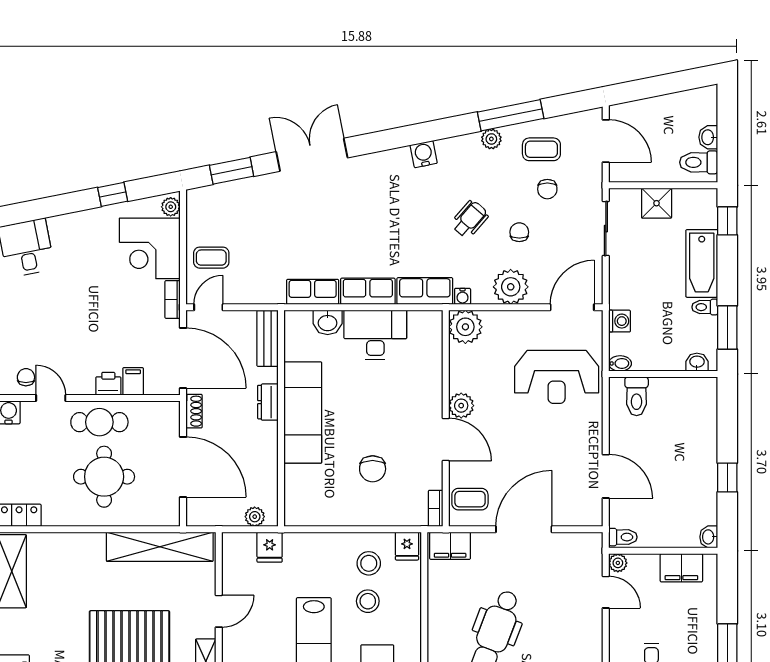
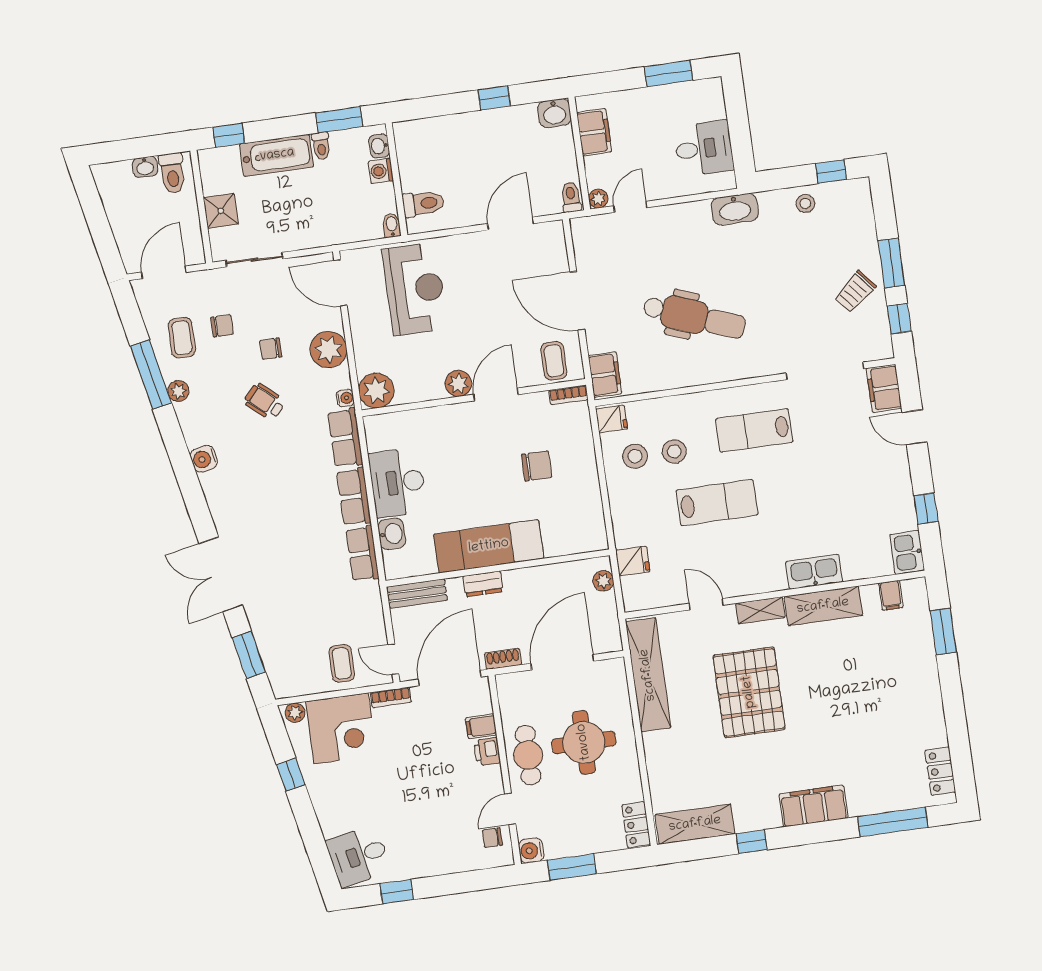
washing machine: (620, 321) -> (381, 171), moved, turned -90
washbasin: (709, 537) -> (554, 113), width x1.38, depth x1.45

